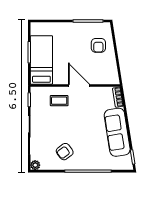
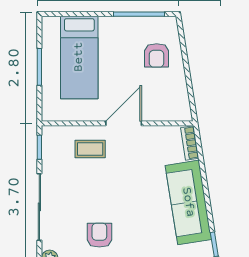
bed: (41, 60) -> (79, 57), moved, turned 180
door: (79, 86) -> (124, 123), hinge flipped
armchair: (65, 152) -> (99, 235), turned 127

